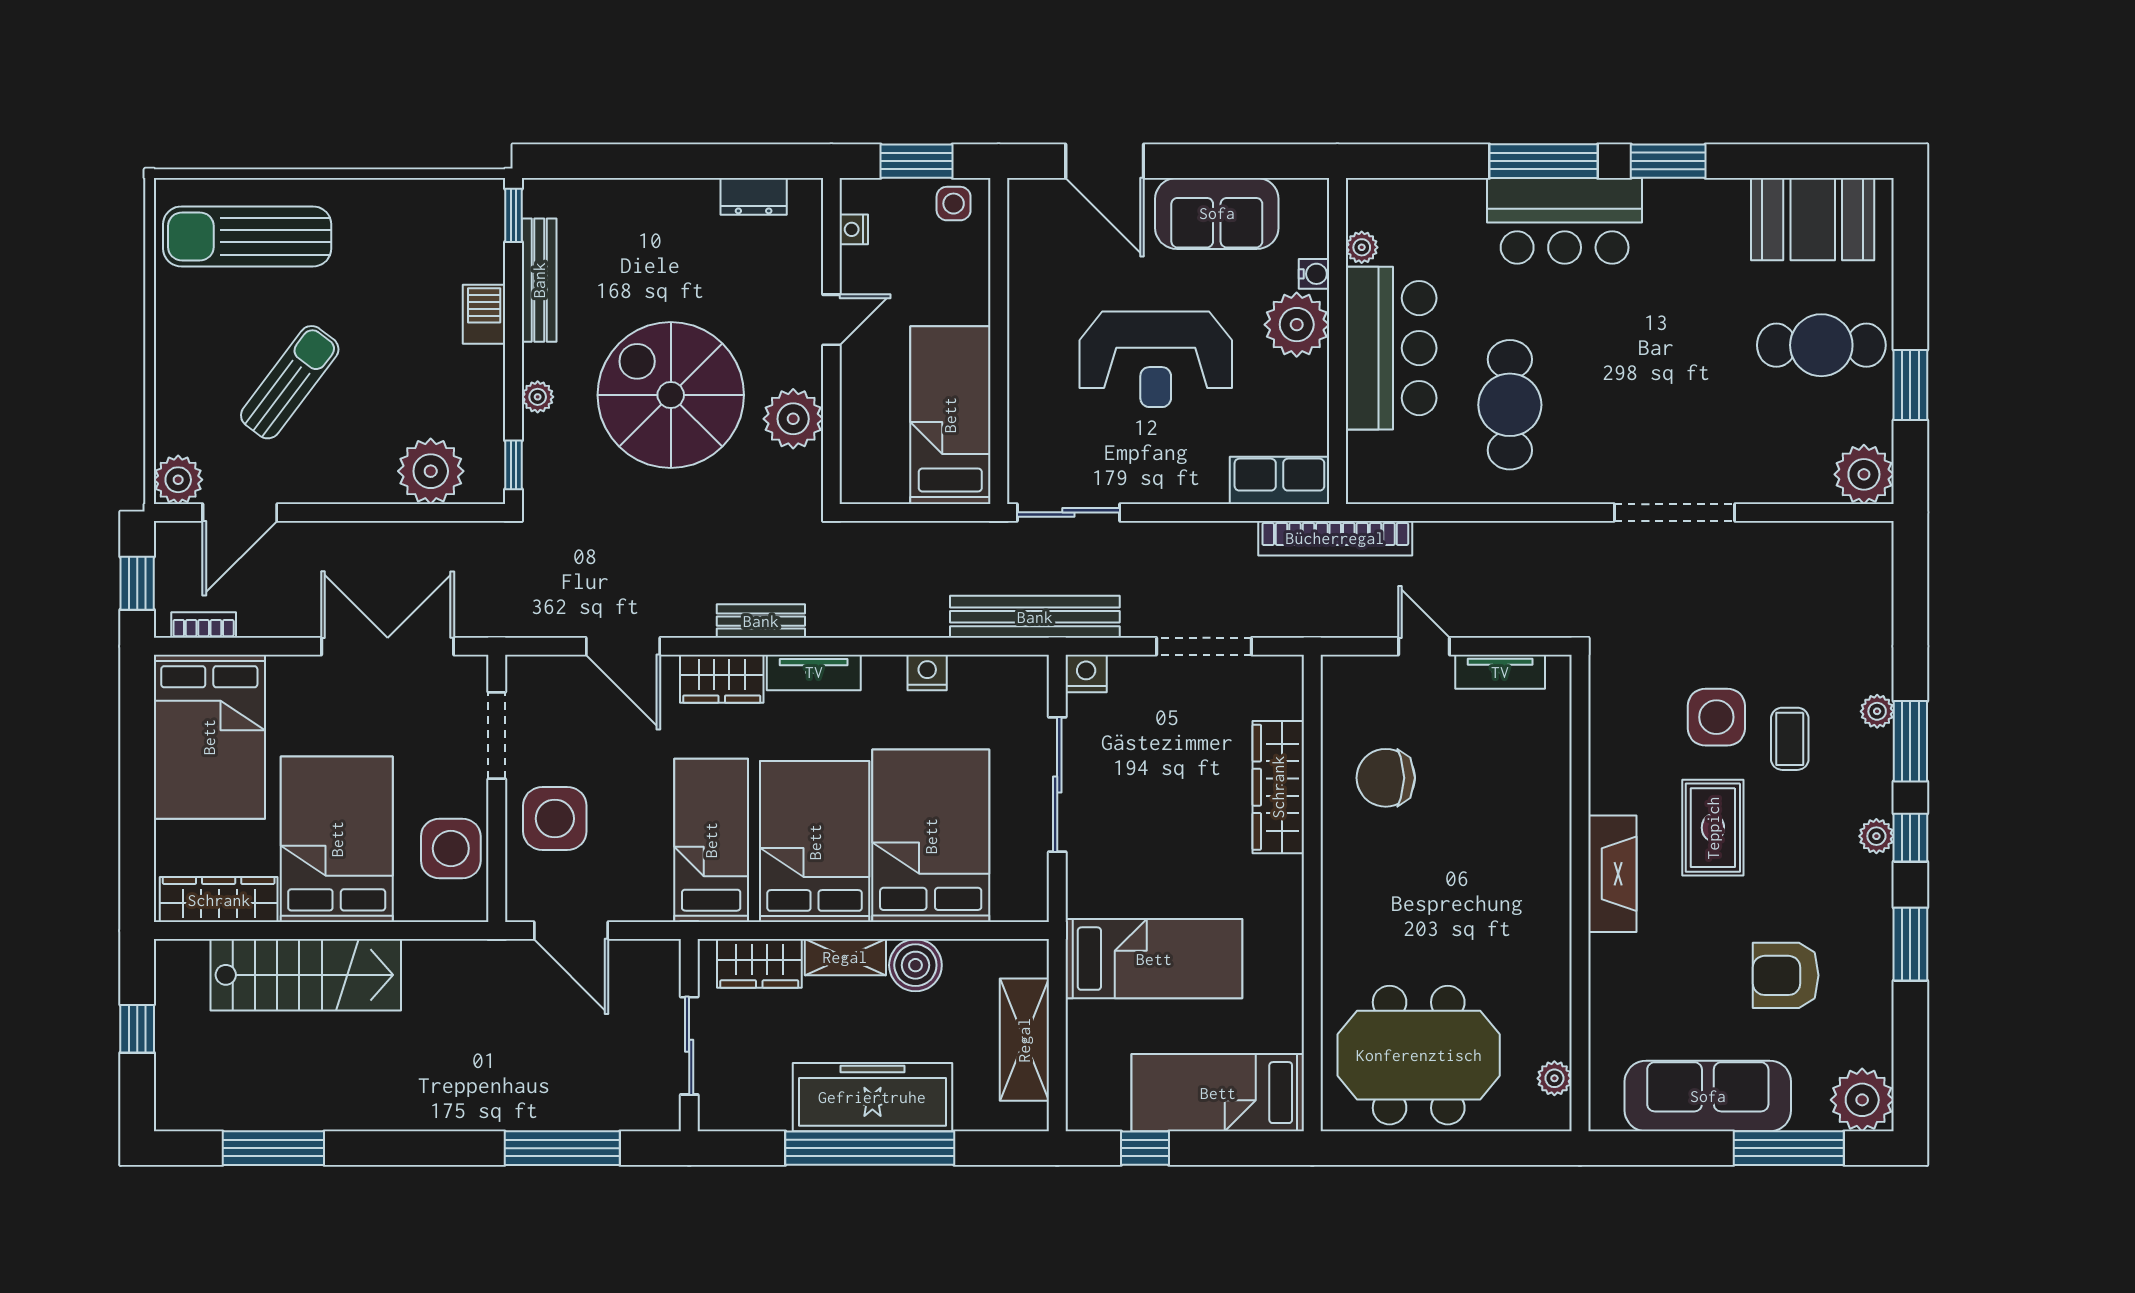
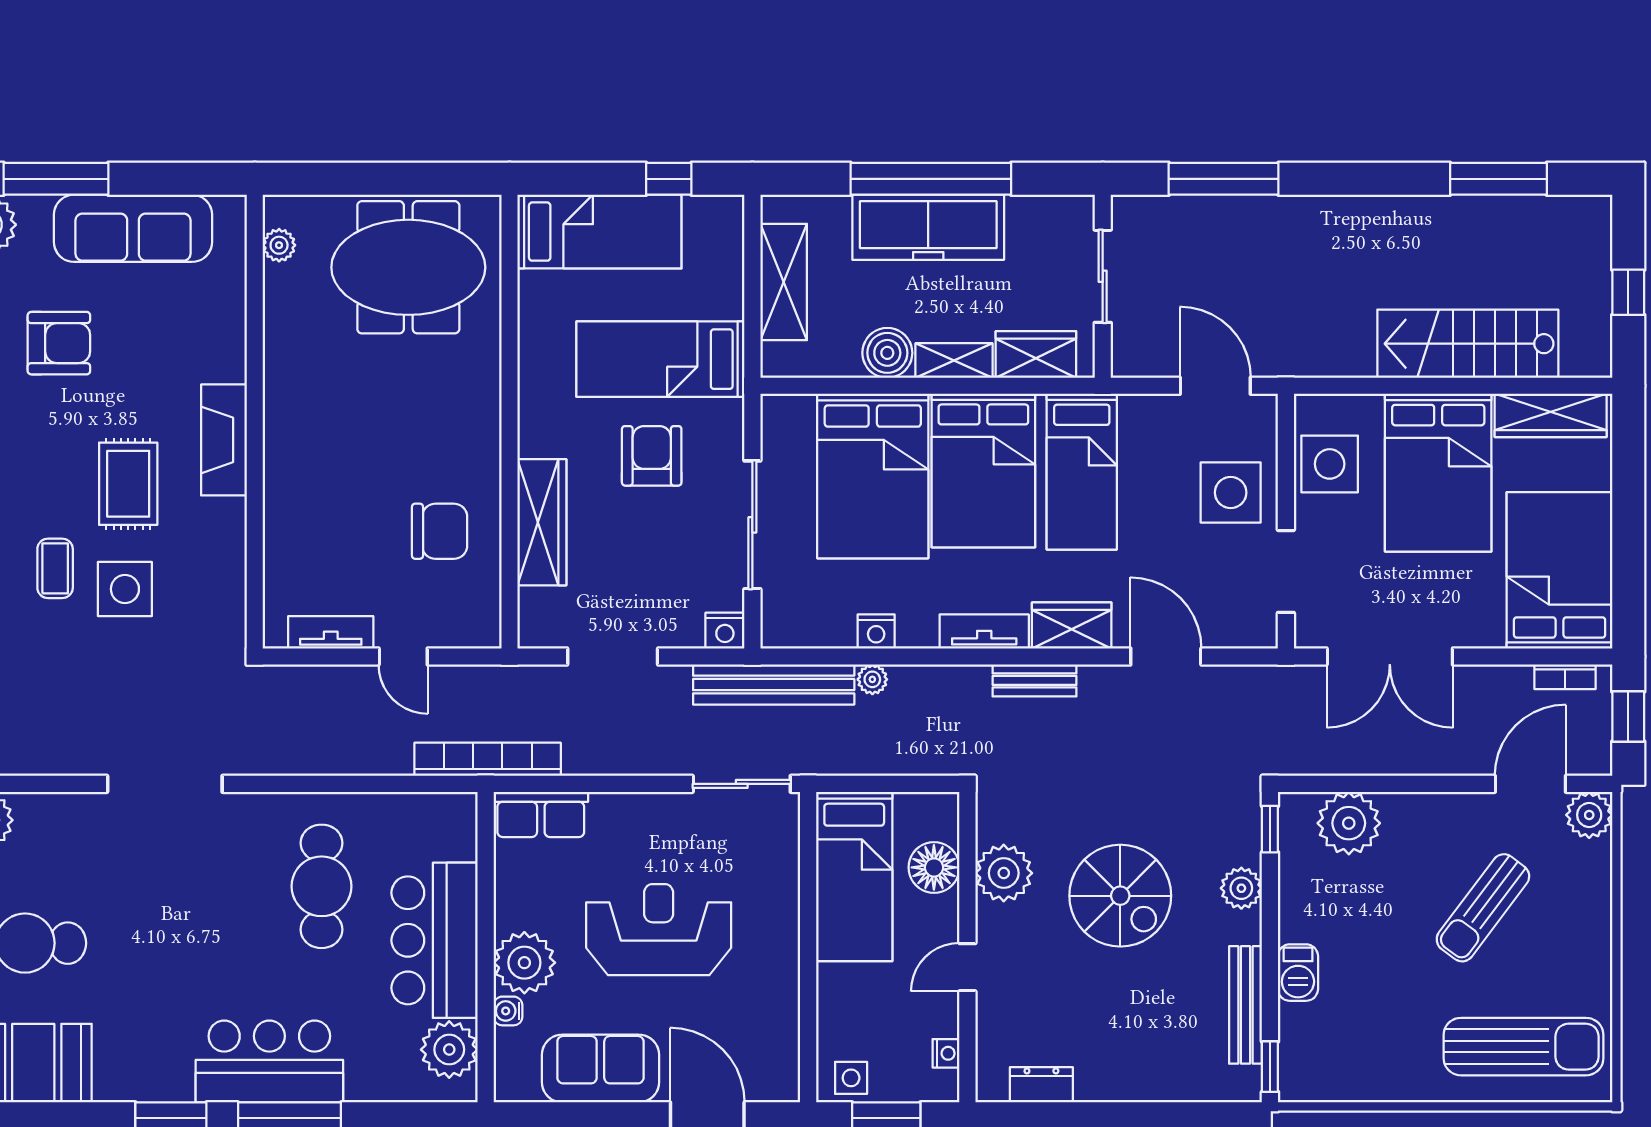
plant: (1362, 247) -> (449, 1050), width x1.88, depth x1.88
spiral stairs: (671, 395) -> (1120, 896), width x0.73, depth x0.73
plant: (538, 397) -> (1241, 888), width x1.38, depth x1.38
floor lamp: (866, 425) -> (934, 867), added
plant: (931, 622) -> (872, 679), added
armchair: (1163, 857) -> (652, 456), added

